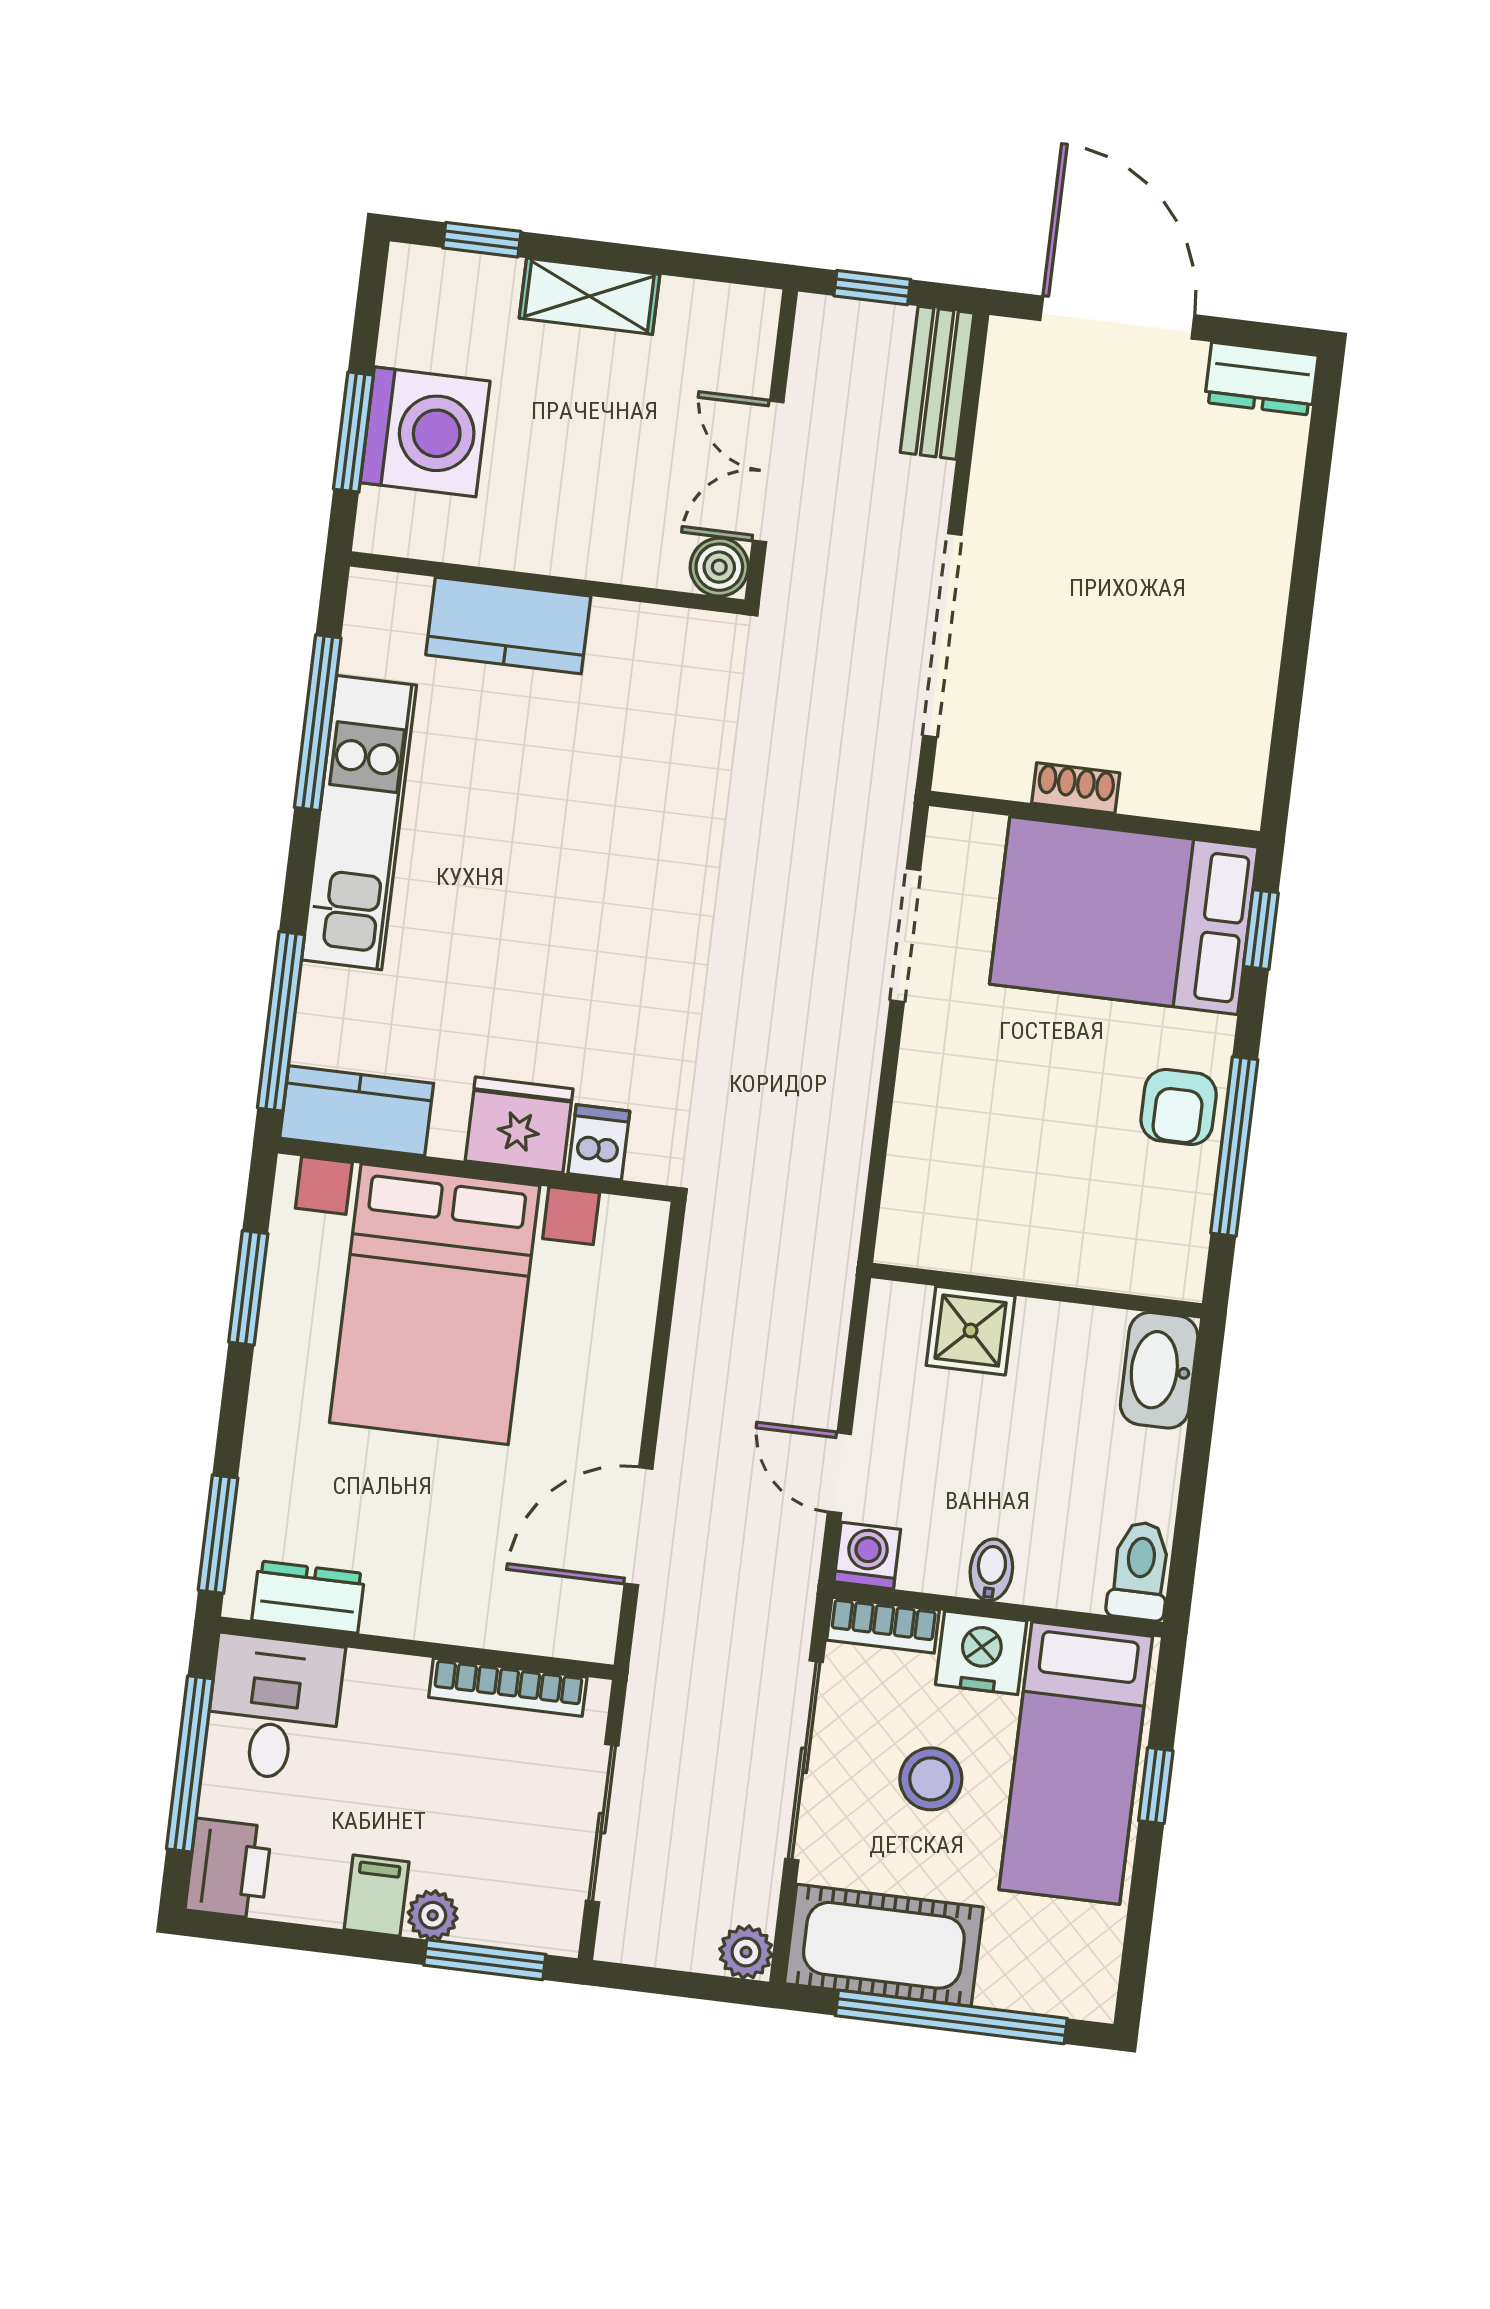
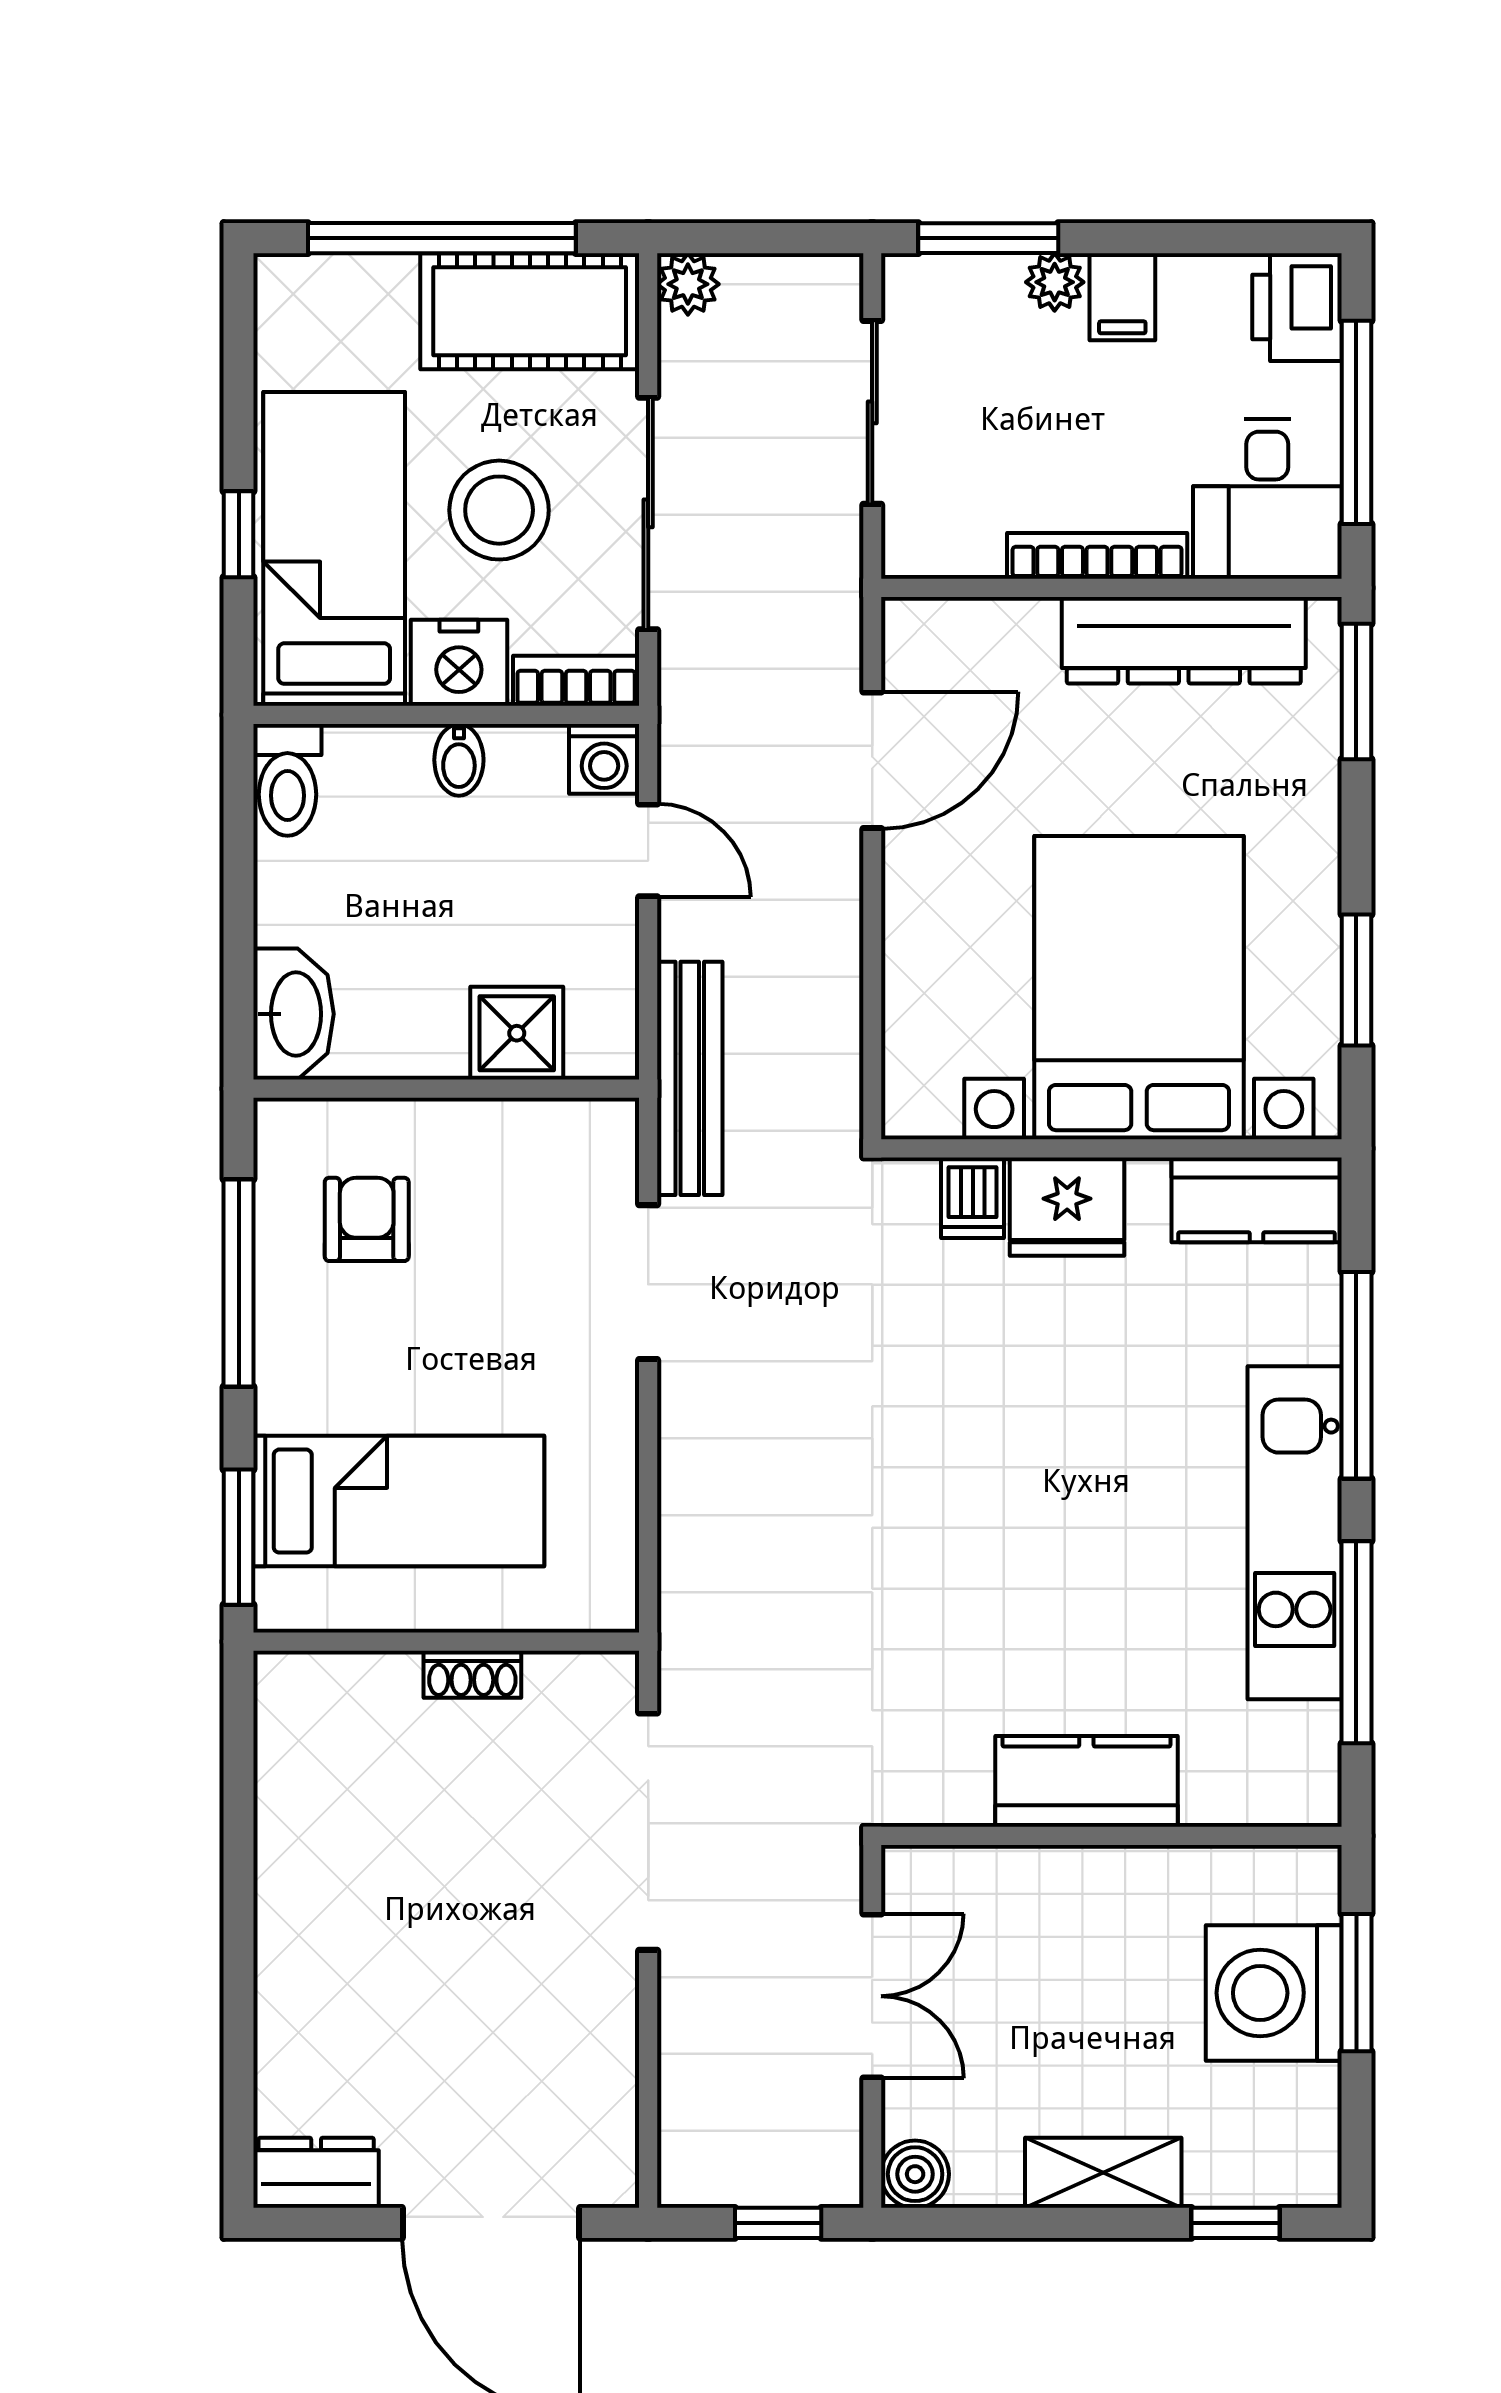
bench: (937, 383) -> (690, 1078), moved, width x1.36
boiler: (719, 567) -> (915, 2174), moved
kitchen counter: (508, 626) -> (1086, 1781), moved
bed: (1124, 916) -> (399, 1501), width x0.67
window: (1261, 930) -> (239, 1537), width x1.50
doorway: (905, 935) -> (648, 1282), moved
window: (281, 1021) -> (1356, 1375), moved
armchair: (1179, 1107) -> (367, 1219), moved
dresser: (308, 1597) -> (1184, 640), width x1.96, depth x1.24
bookcase: (508, 1687) -> (1097, 556), moved
stool: (931, 1779) -> (499, 510), width x1.38, depth x1.38

